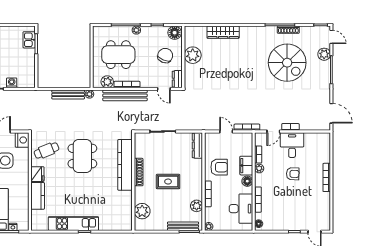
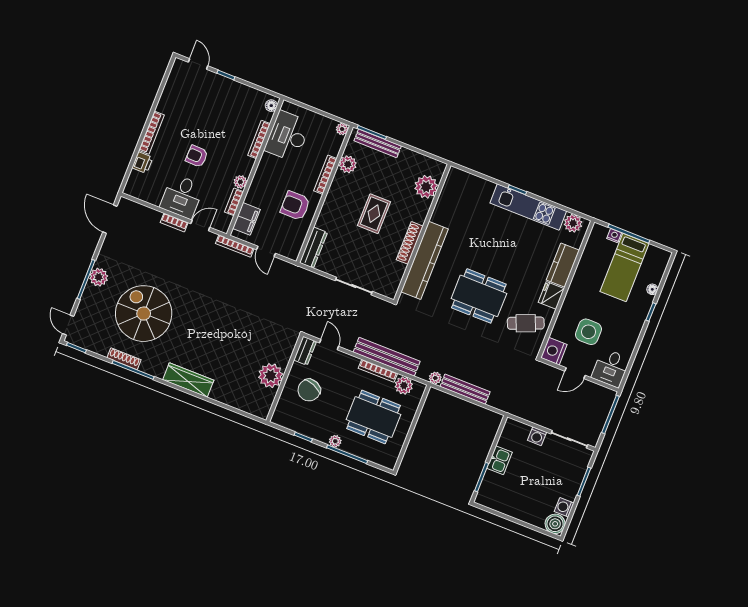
wardrobe: (223, 32) -> (188, 380), moved
floor lamp: (175, 33) -> (283, 417), removed
kitchen sink: (29, 40) -> (500, 460), moved
plant: (324, 54) -> (99, 277), moved
dining table: (82, 156) -> (479, 296), turned 90
printer: (325, 156) -> (142, 163), added
filing cabinet: (246, 166) -> (246, 219), moved
floor lamp: (247, 181) -> (264, 171), removed
rug: (168, 182) -> (374, 214), turned 90
plant: (42, 224) -> (573, 223), added

